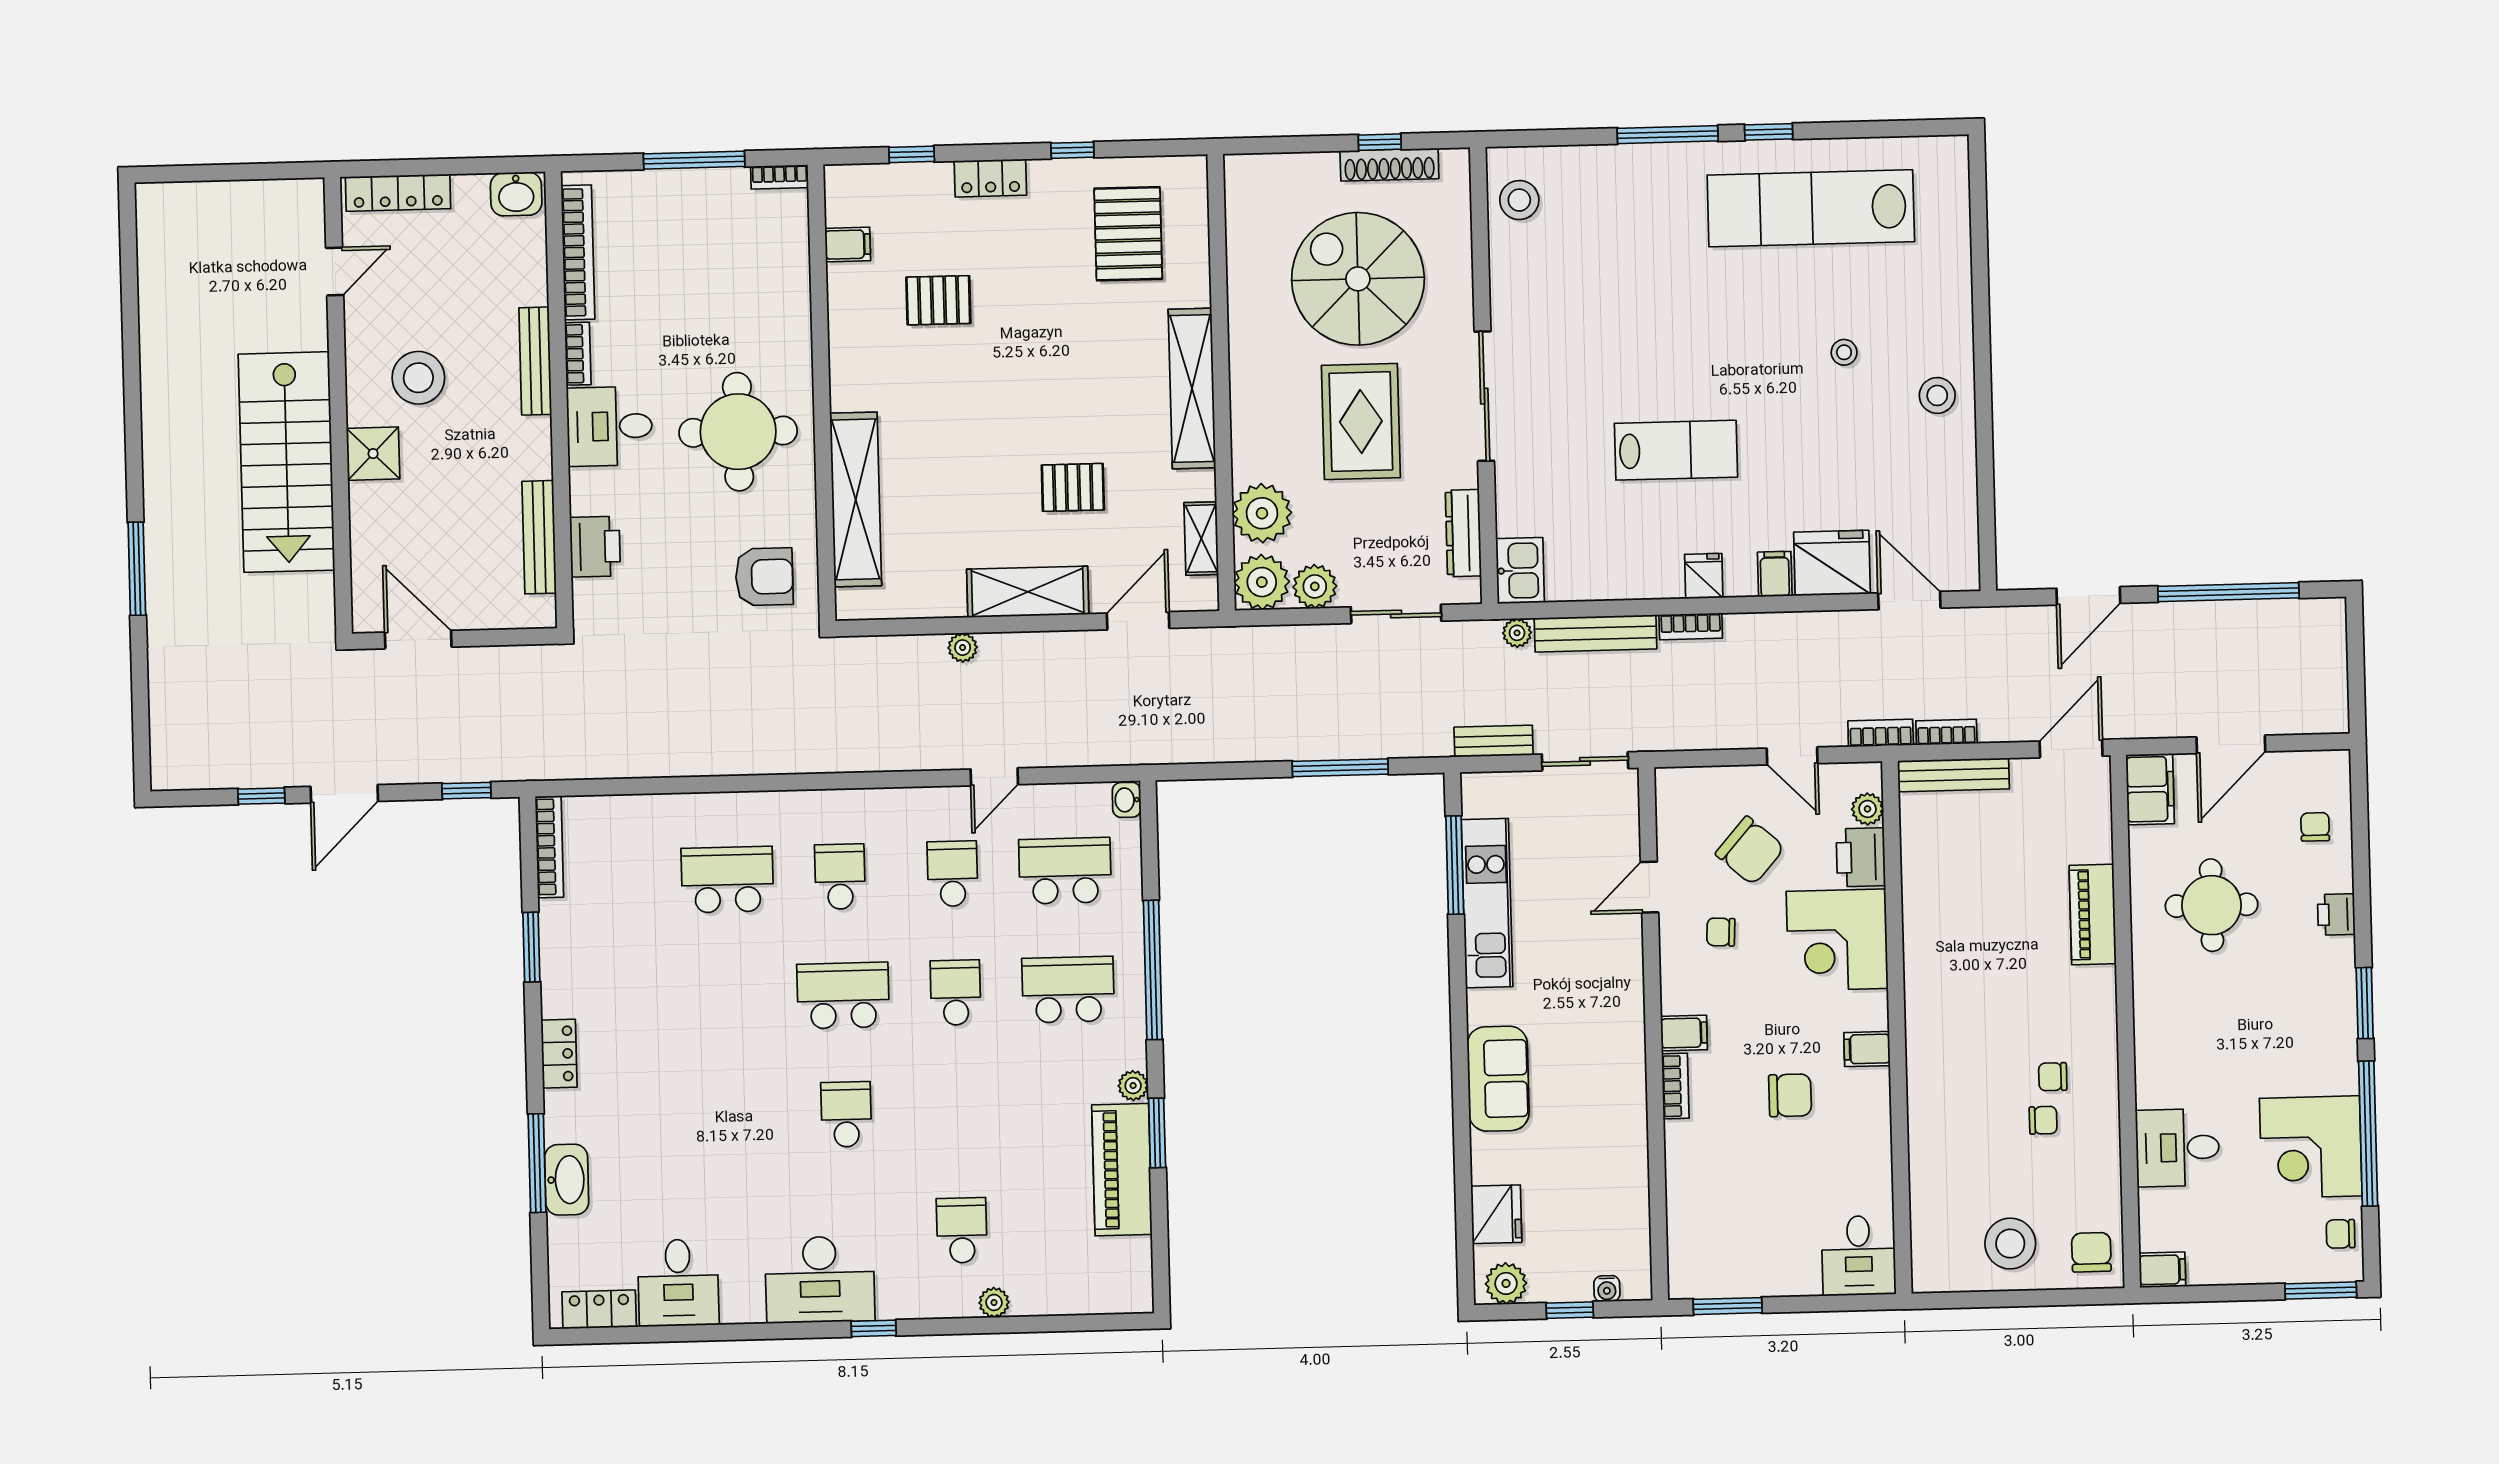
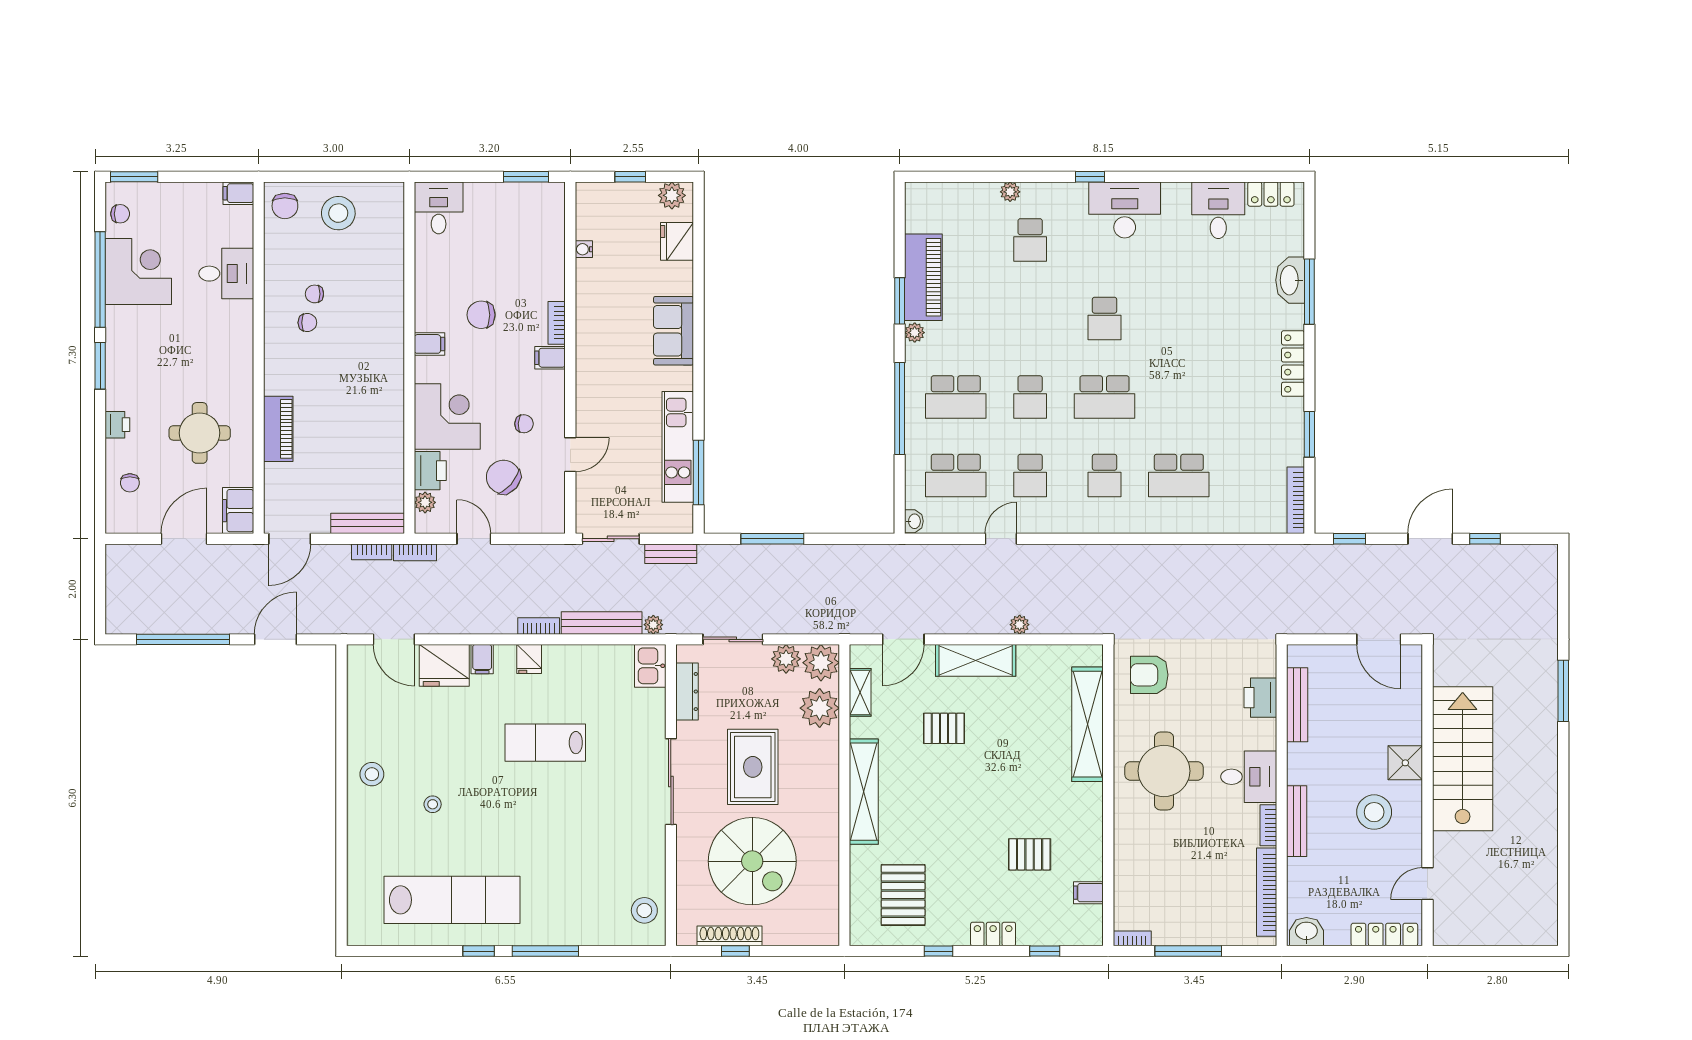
locker: (559, 1054) -> (1293, 364), width x1.53
water cooler: (1607, 1289) -> (584, 249), moved, turned -90

